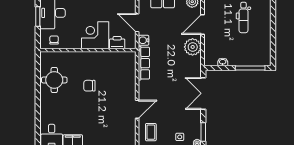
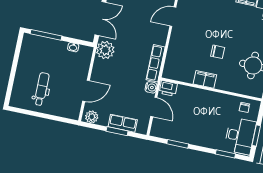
corner desk: (95, 35) -> (200, 103), removed
printer: (117, 43) -> (168, 88), moved
plant: (193, 47) -> (105, 50), moved
filing cabinet: (96, 58) -> (205, 79), added

